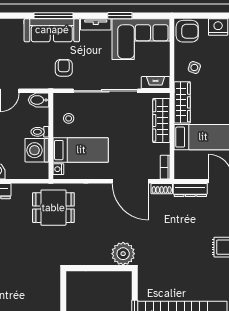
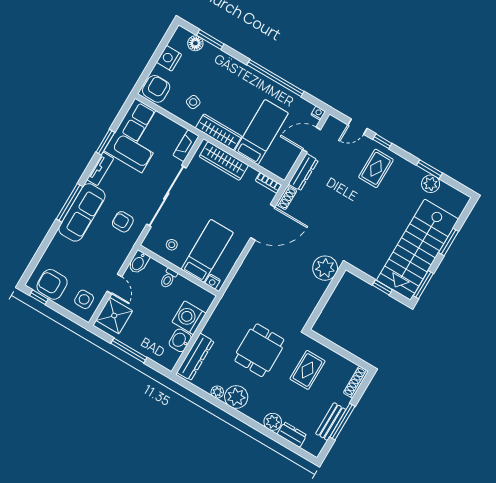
washing machine: (37, 150) -> (189, 318), moved, turned 90
dining table: (53, 208) -> (259, 350), moved
rug: (32, 288) -> (307, 370), added

